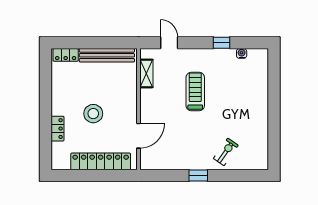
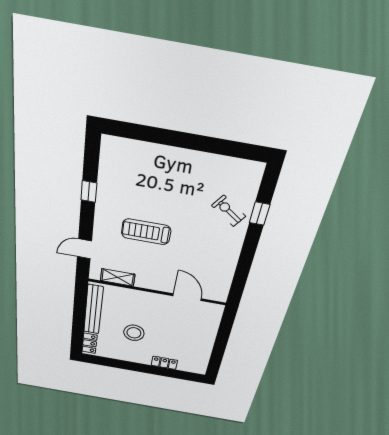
water cooler: (242, 53) -> (105, 169), removed
stool: (93, 114) -> (134, 333), moved
locker: (101, 161) -> (207, 335), removed
window: (198, 175) -> (260, 214), moved

